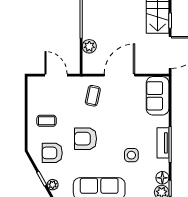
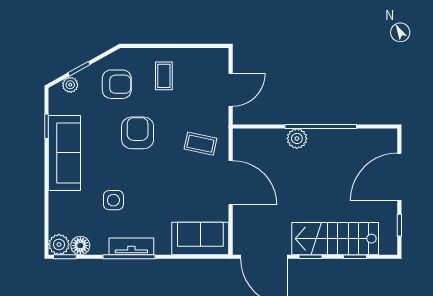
plant: (89, 46) -> (297, 138), moved
armchair: (52, 153) -> (117, 84), turned 90

